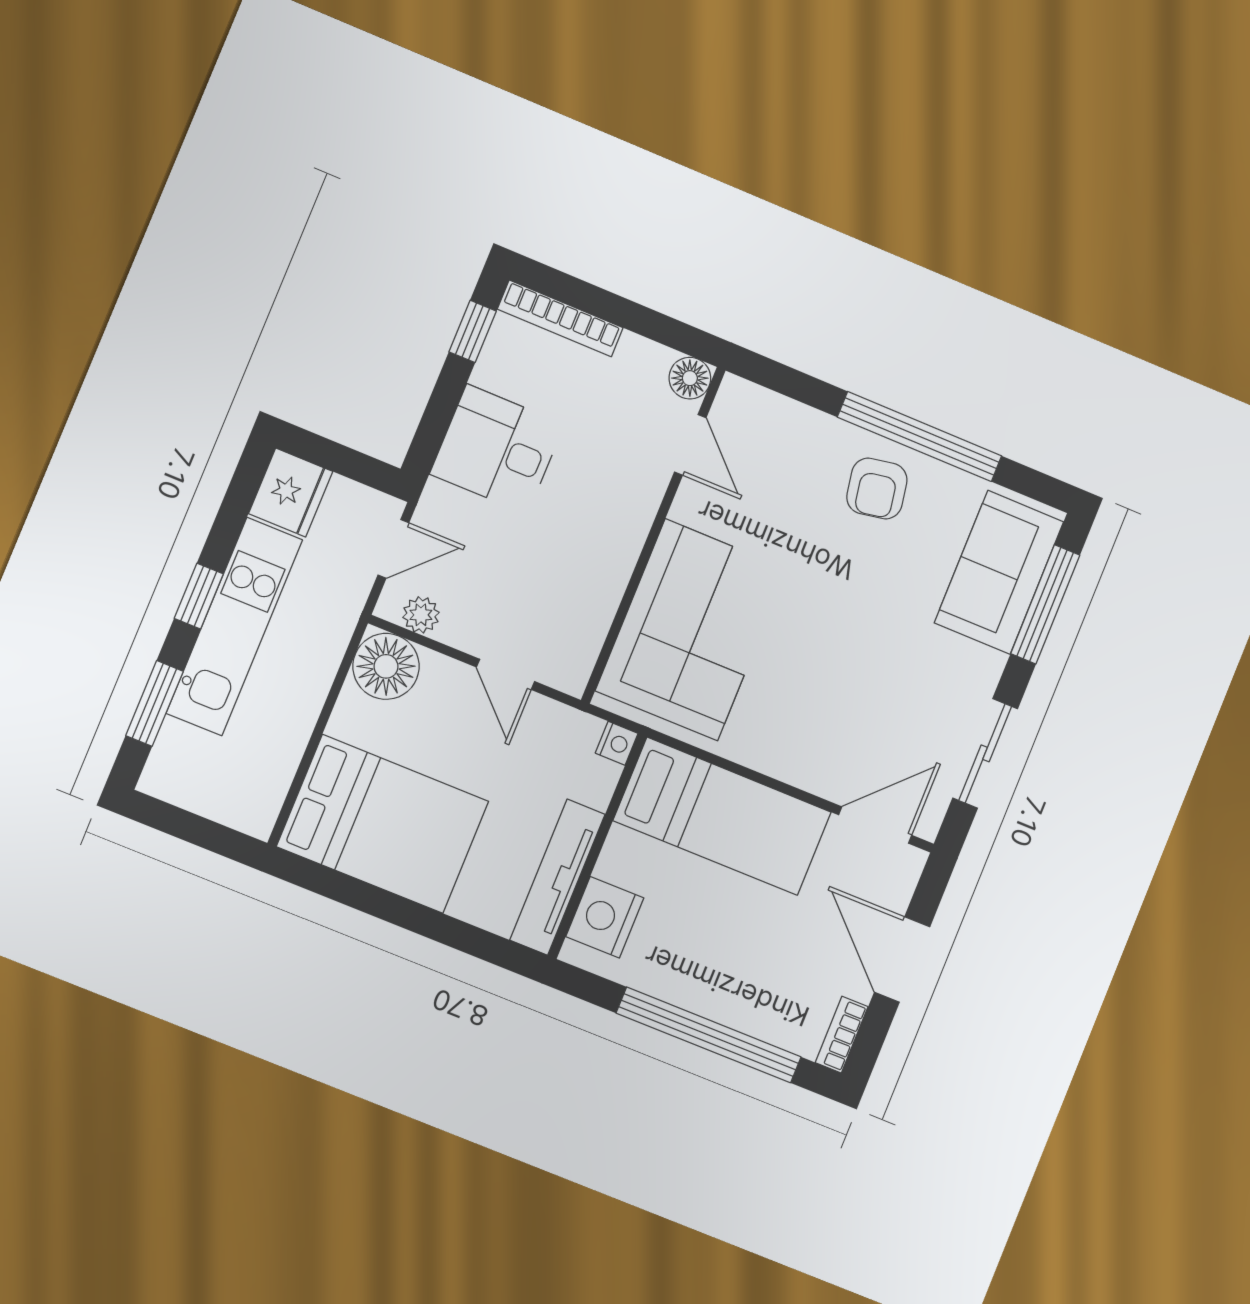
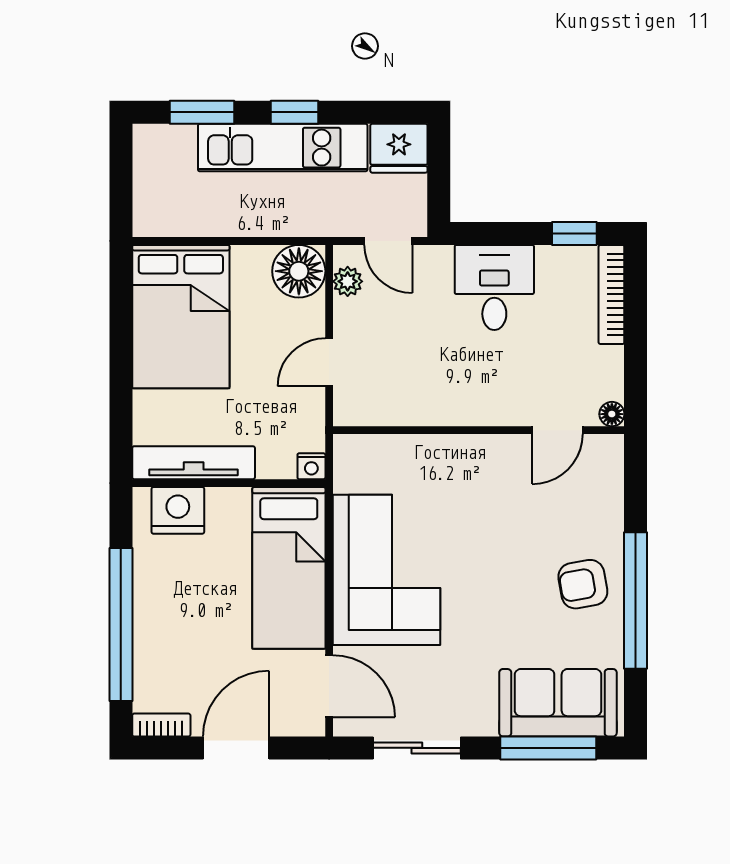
floor lamp: (690, 378) -> (612, 414), width x0.73, depth x0.73
corner sofa: (691, 630) -> (387, 570), moved, turned -90

